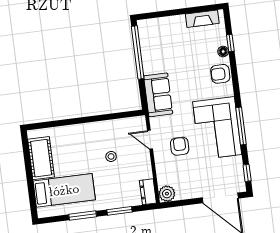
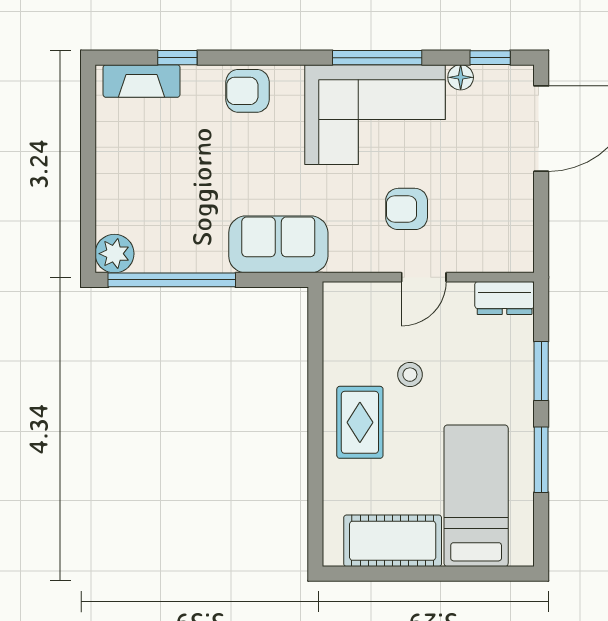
fireplace: (202, 19) -> (142, 81), moved, turned 90
floor lamp: (223, 52) -> (461, 77), moved
armchair: (220, 74) -> (247, 91), turned 90
rug: (89, 138) -> (360, 422), added
door: (150, 140) -> (424, 277), moved
plant: (167, 194) -> (114, 254), moved

